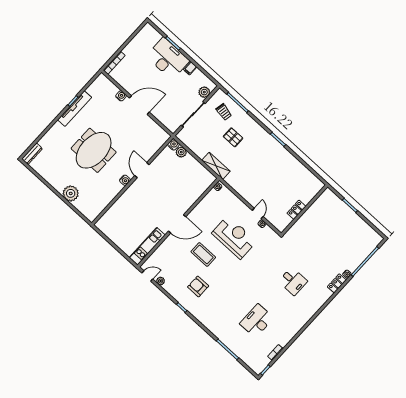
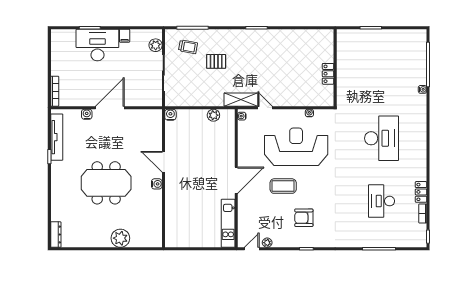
tv unit: (75, 109) -> (57, 137), moved
meeting table: (94, 150) -> (106, 183), turned 90
plant: (181, 152) -> (213, 115), moved
shelving: (216, 166) -> (241, 100), moved
door: (258, 214) -> (265, 108), moved
reception desk: (234, 237) -> (296, 147), width x1.36, depth x1.30
desk: (293, 281) -> (382, 138), width x1.87, depth x1.30
locker: (337, 283) -> (421, 192), moved

